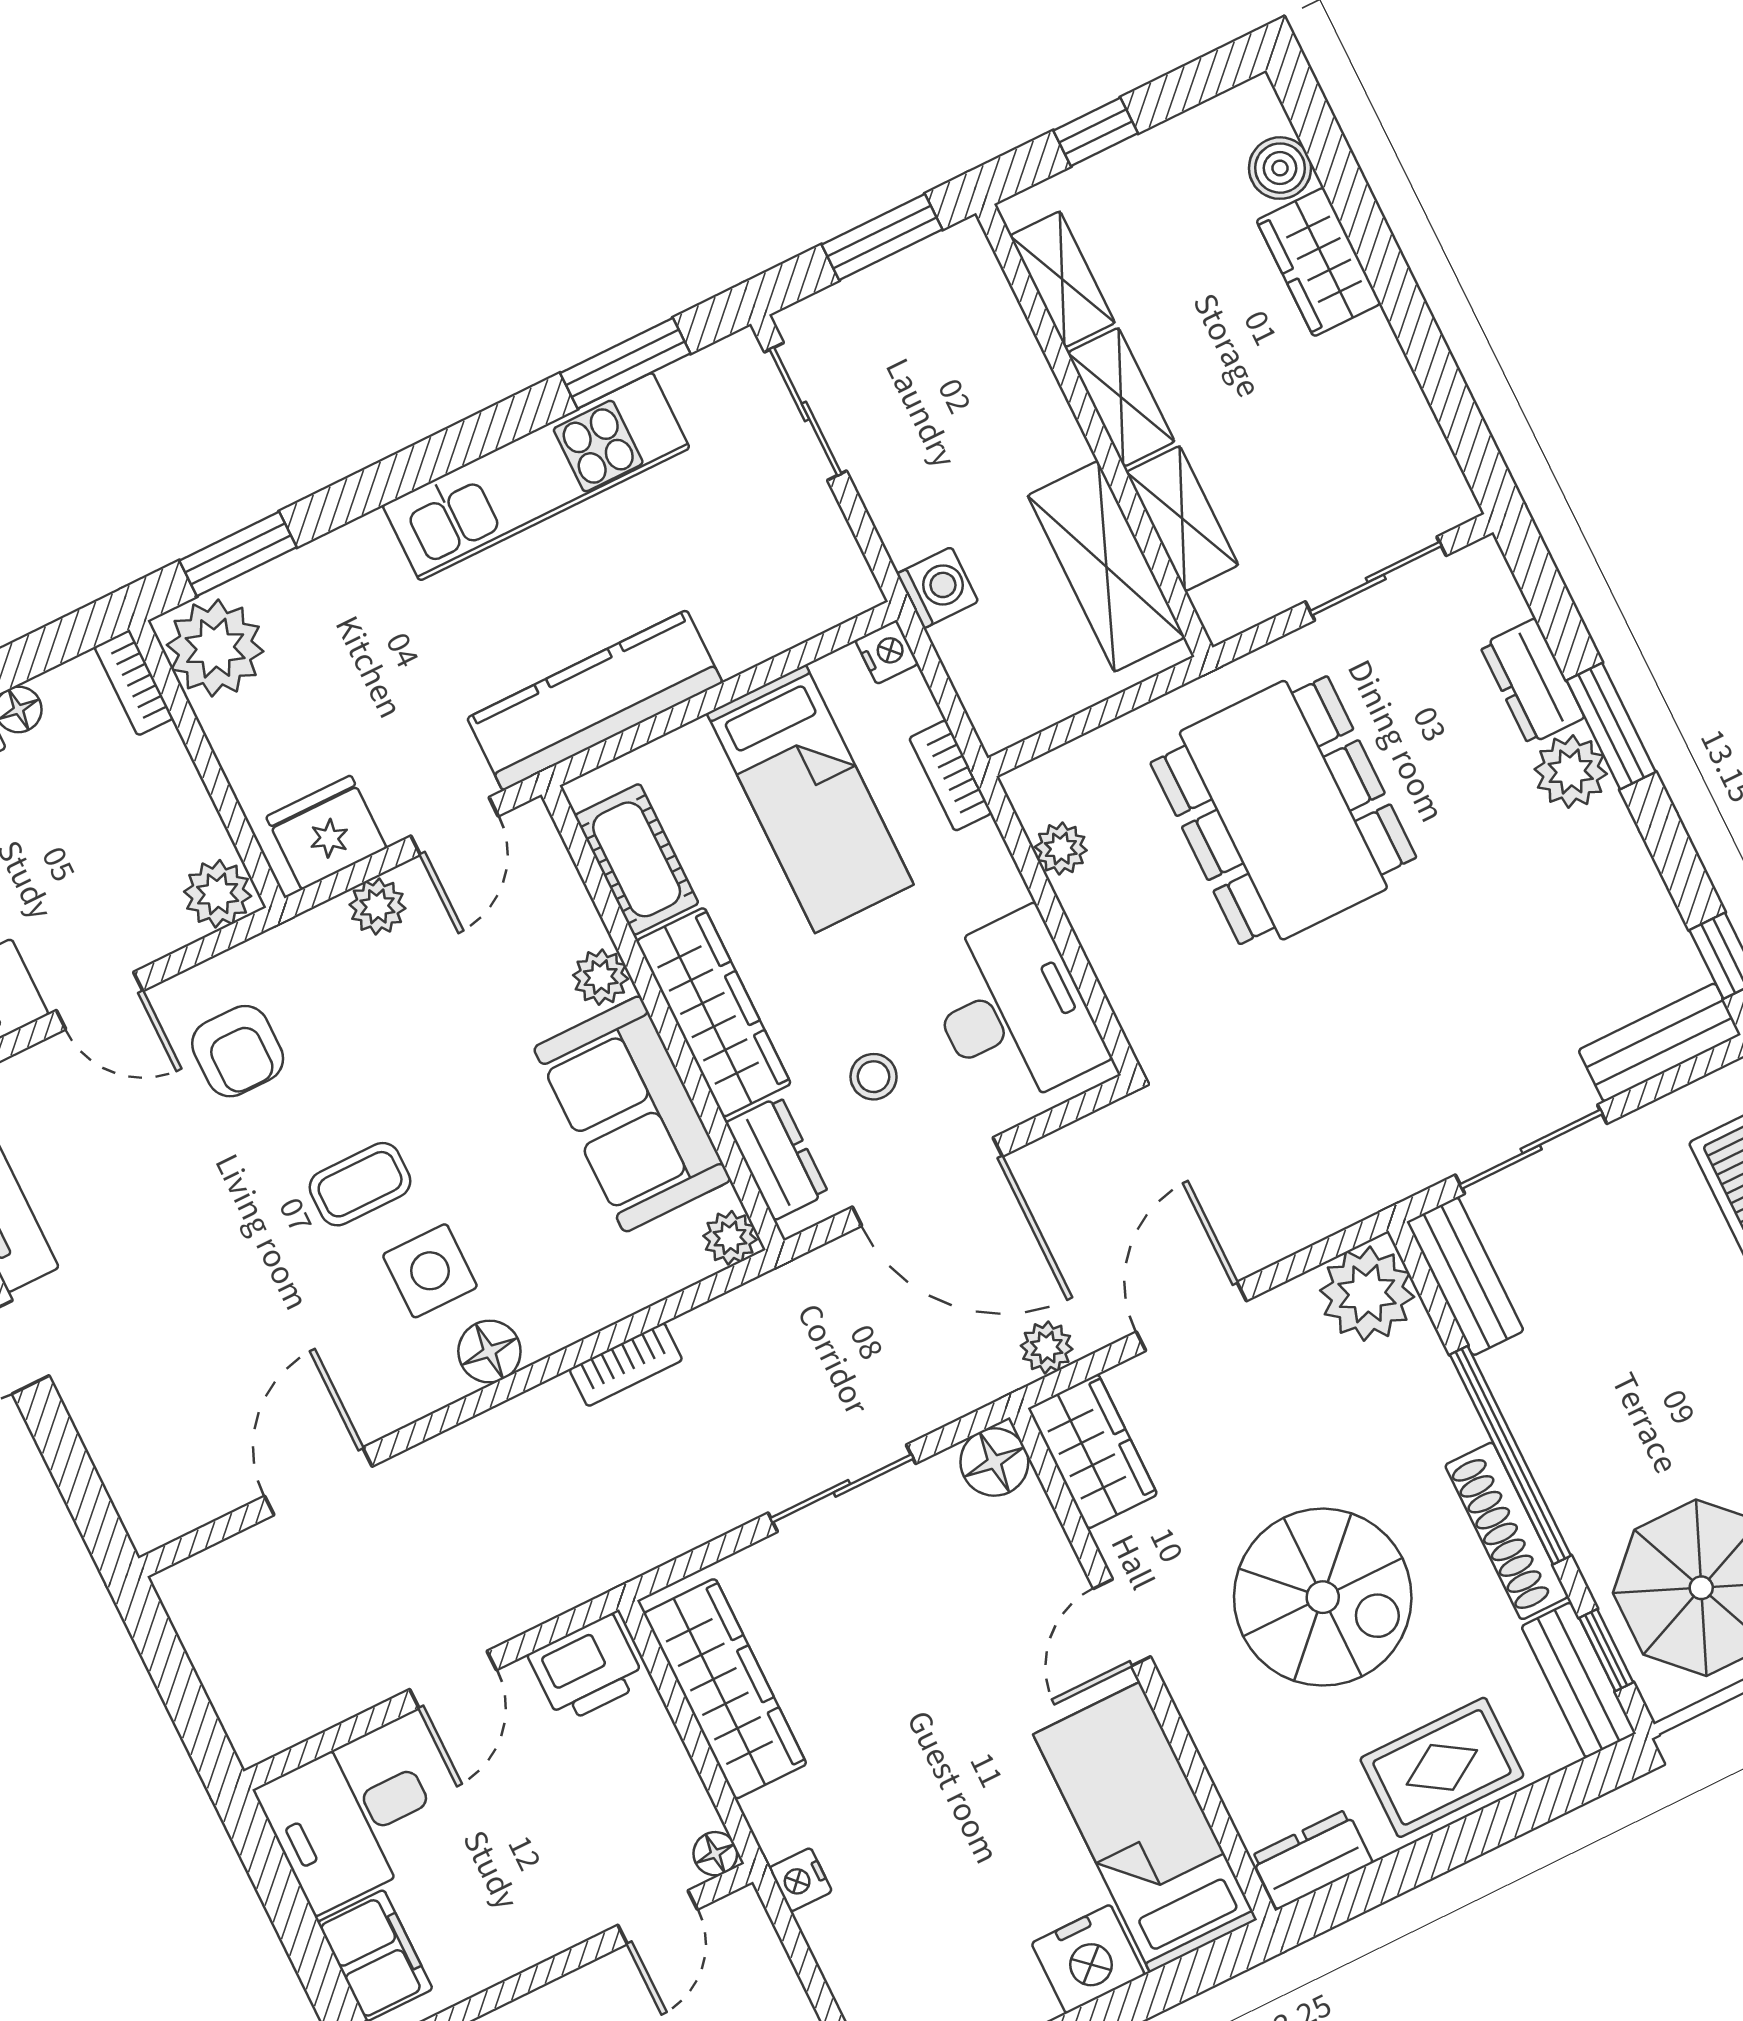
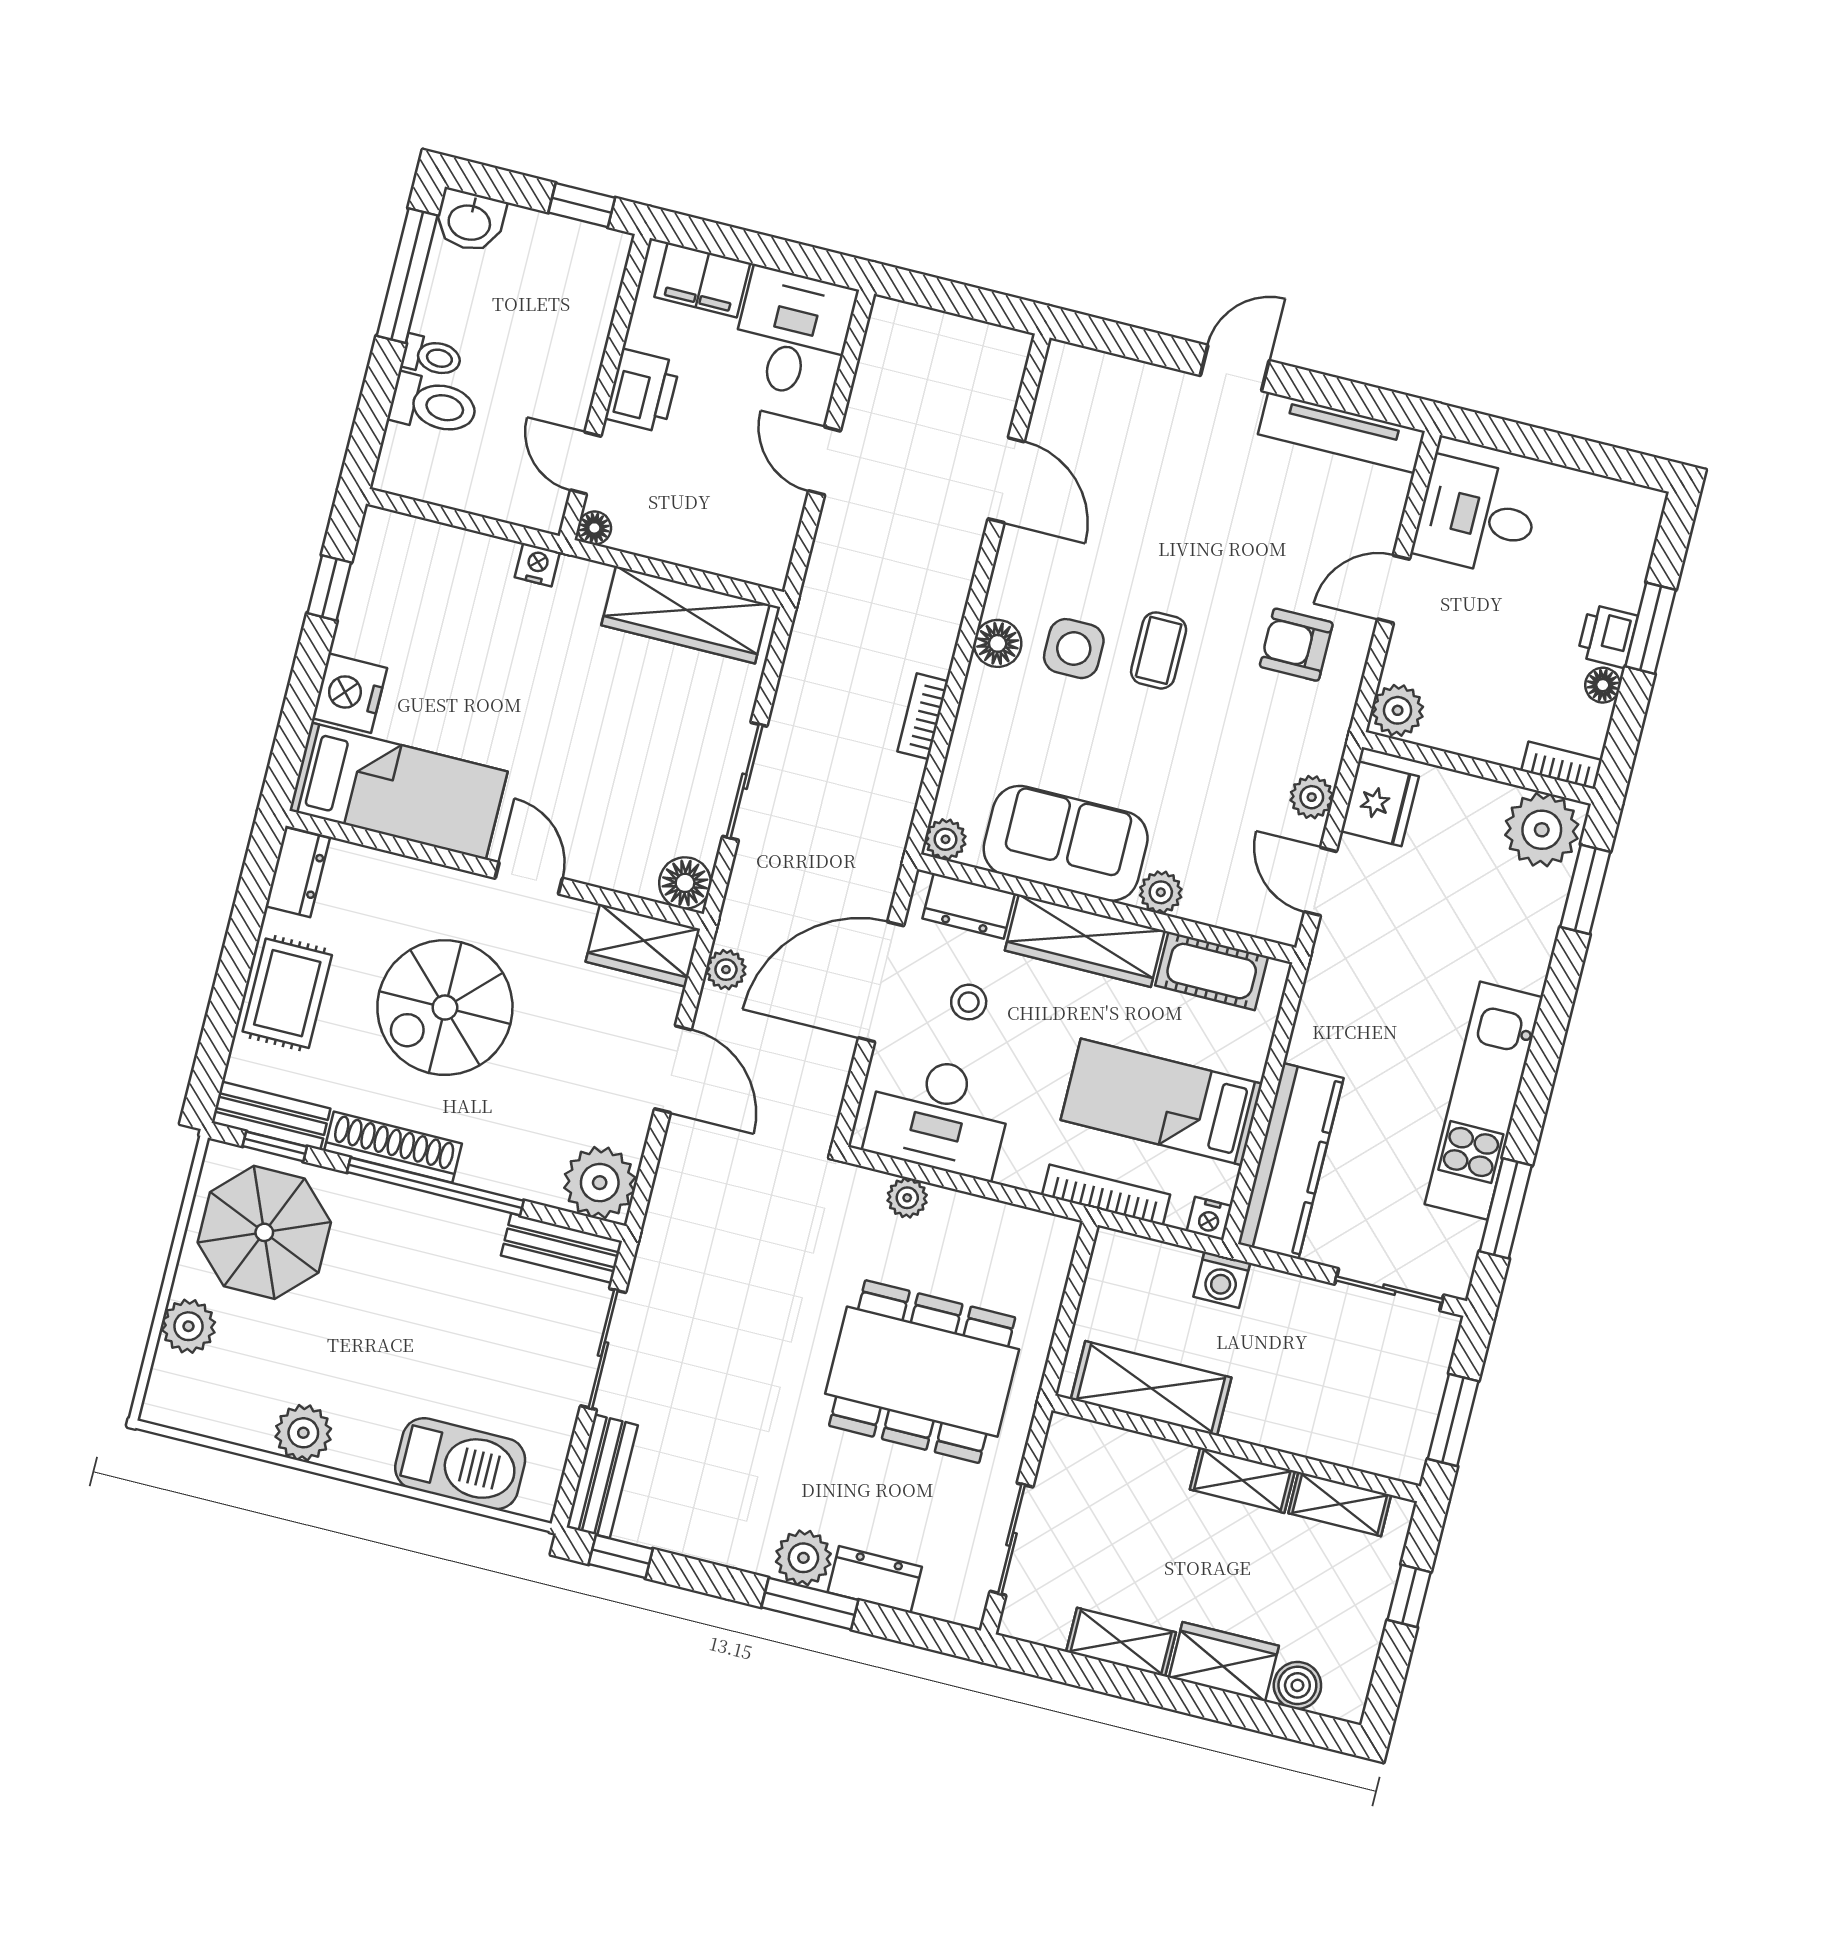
shelving: (1182, 519) -> (1121, 1642), moved
kitchen counter: (595, 700) -> (1291, 1161), moved
bookcase: (950, 776) -> (1106, 1195), width x1.56
plant: (1061, 849) -> (907, 1198), moved
printer: (587, 1669) -> (643, 391), moved, turned 180

